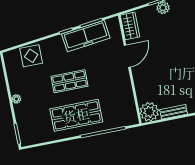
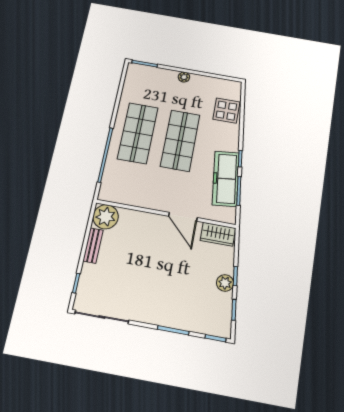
shop shelf: (69, 81) -> (180, 141), width x1.43, depth x1.36

